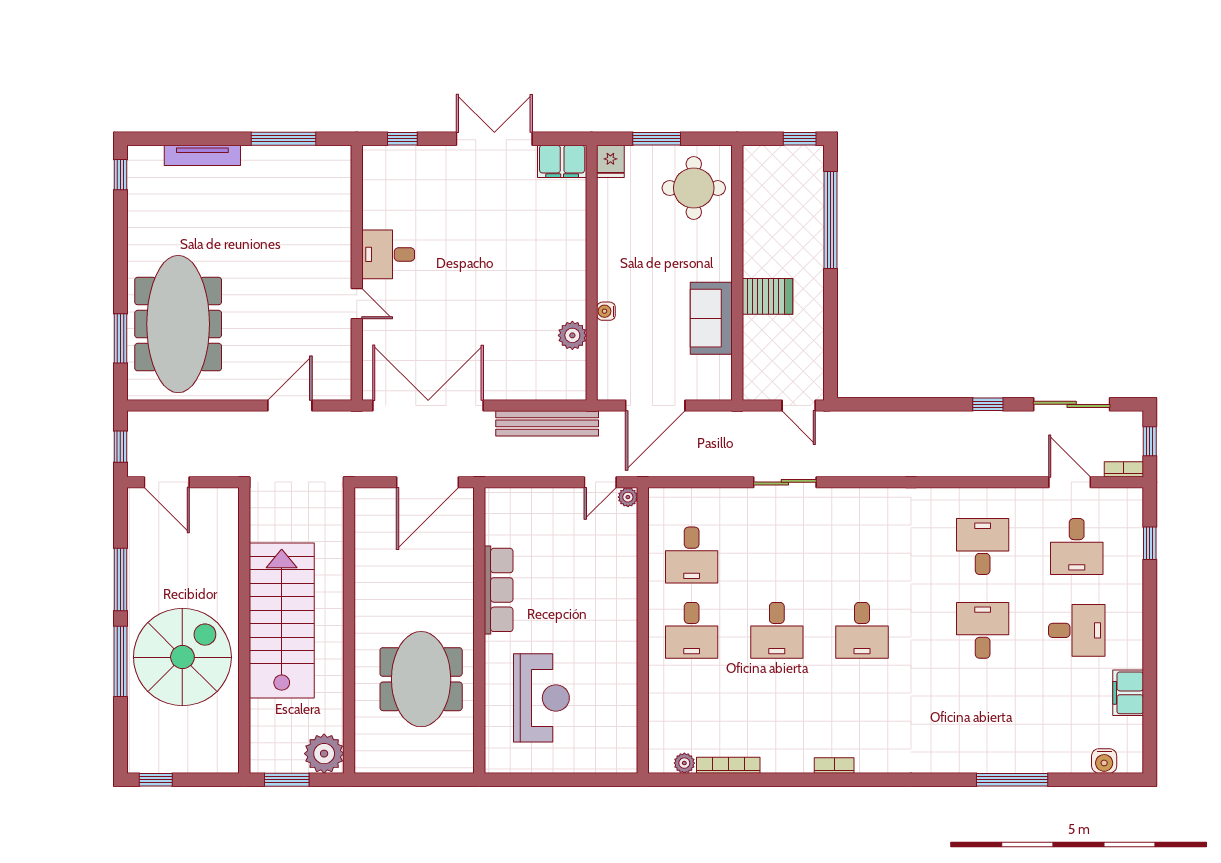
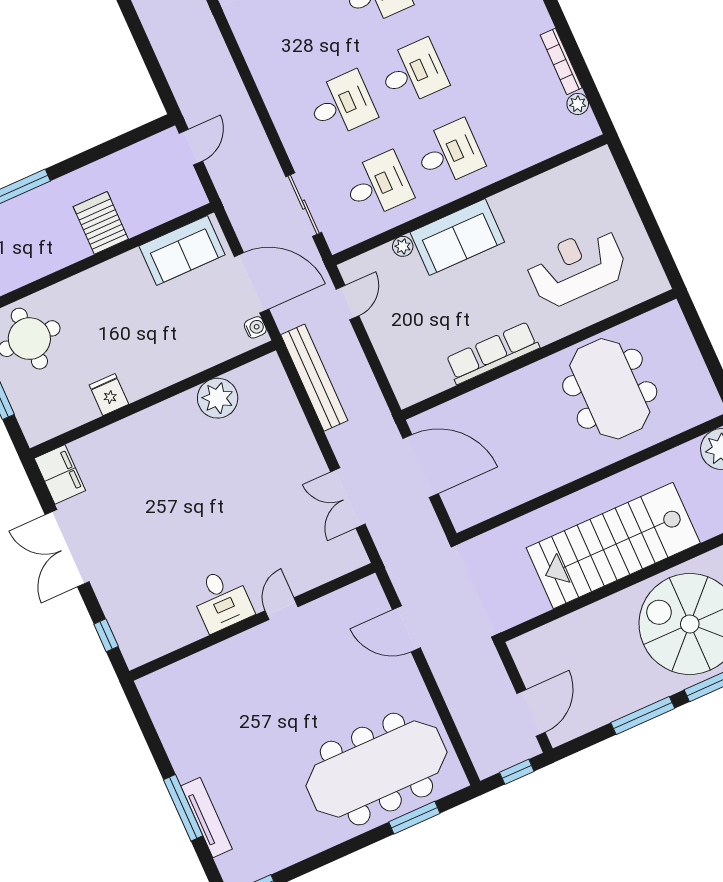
window: (284, 139) -> (183, 808), moved
fridge: (610, 161) -> (109, 395), moved, turned -90
water cooler: (606, 311) -> (255, 327), moved, turned -90
sofa: (711, 318) -> (182, 250), moved
plant: (572, 335) -> (218, 398), width x1.36, depth x1.36
double door: (428, 406) -> (348, 498), width x0.54
door: (600, 482) -> (347, 303), hinge flipped
sliding door: (785, 482) -> (304, 205), moved
plant: (628, 497) -> (403, 246), moved
desk: (777, 555) -> (342, 105), added
sofa: (615, 605) -> (457, 237), added
meeting table: (421, 679) -> (610, 389), turned 90

